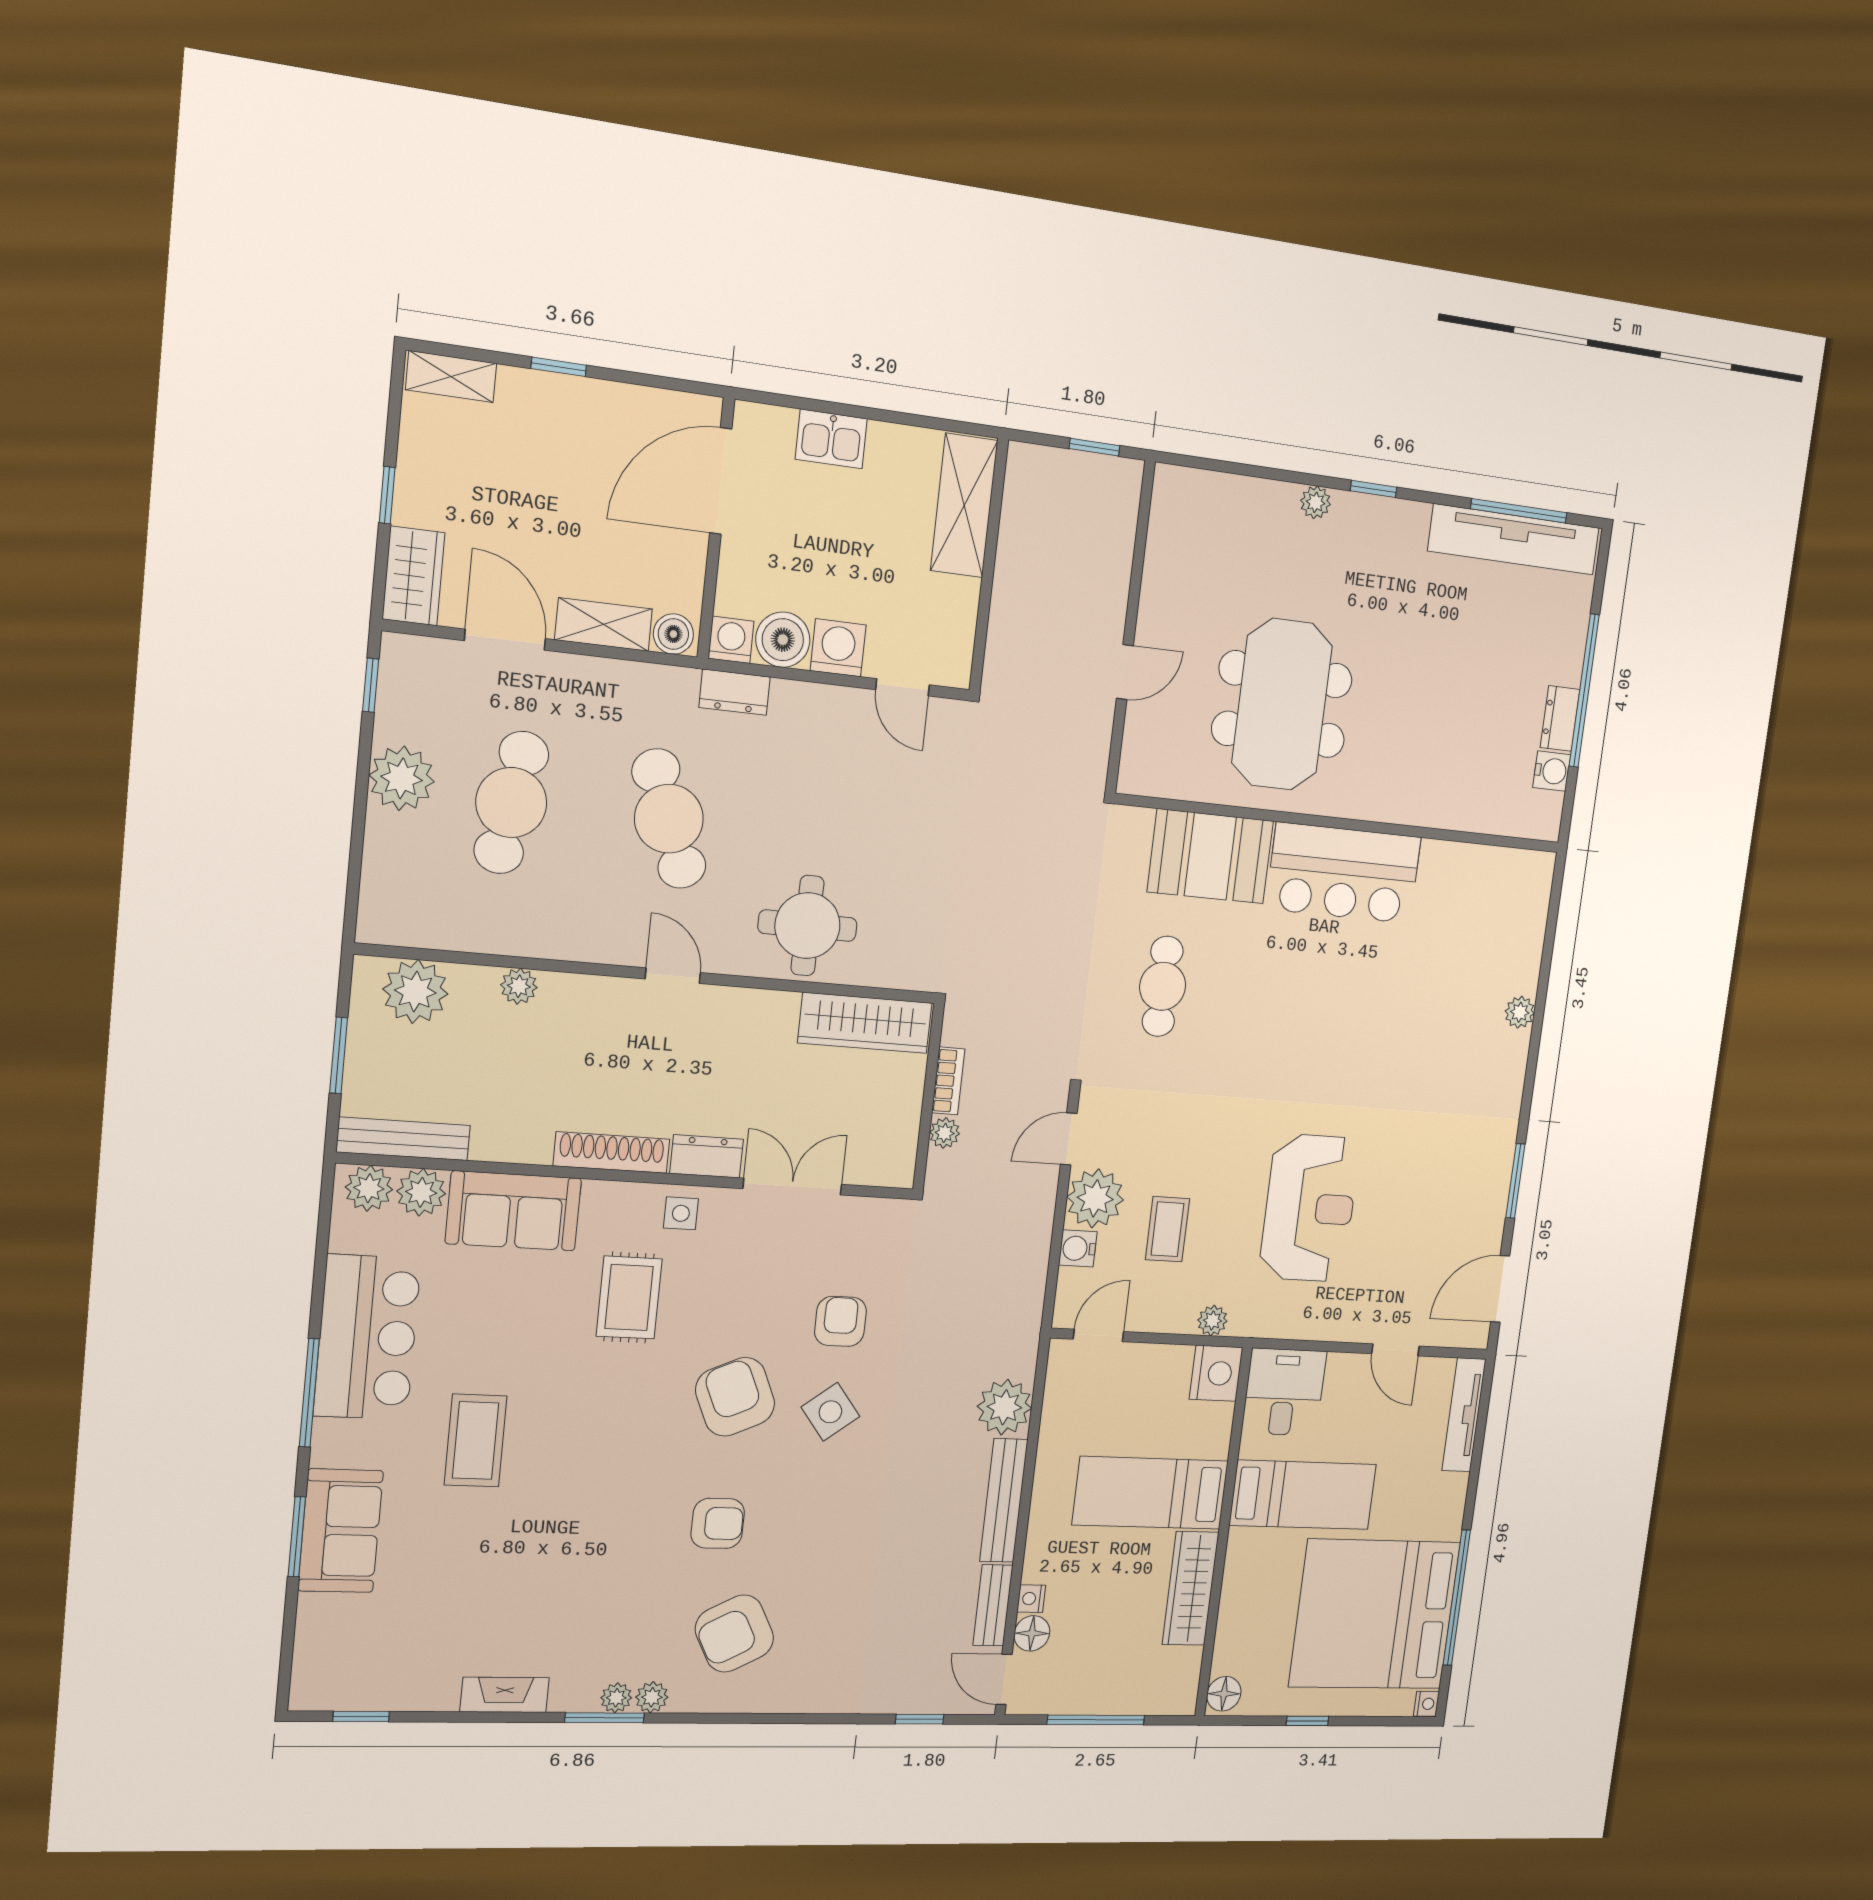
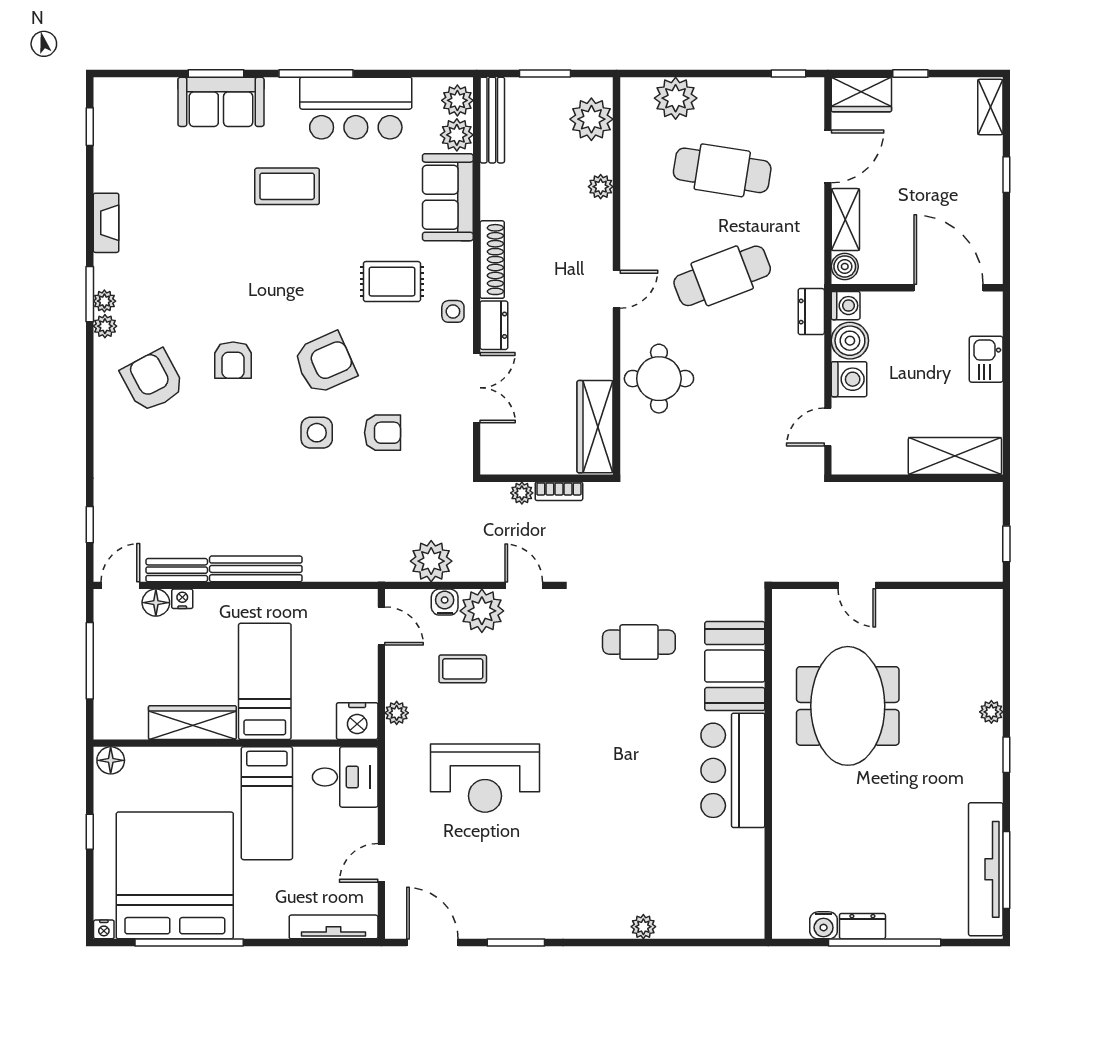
meeting table: (1282, 704) -> (848, 706), turned 90
plant: (402, 778) -> (676, 98), moved
plant: (1004, 1407) -> (431, 561), moved
side table: (830, 1412) -> (317, 433), turned 38

